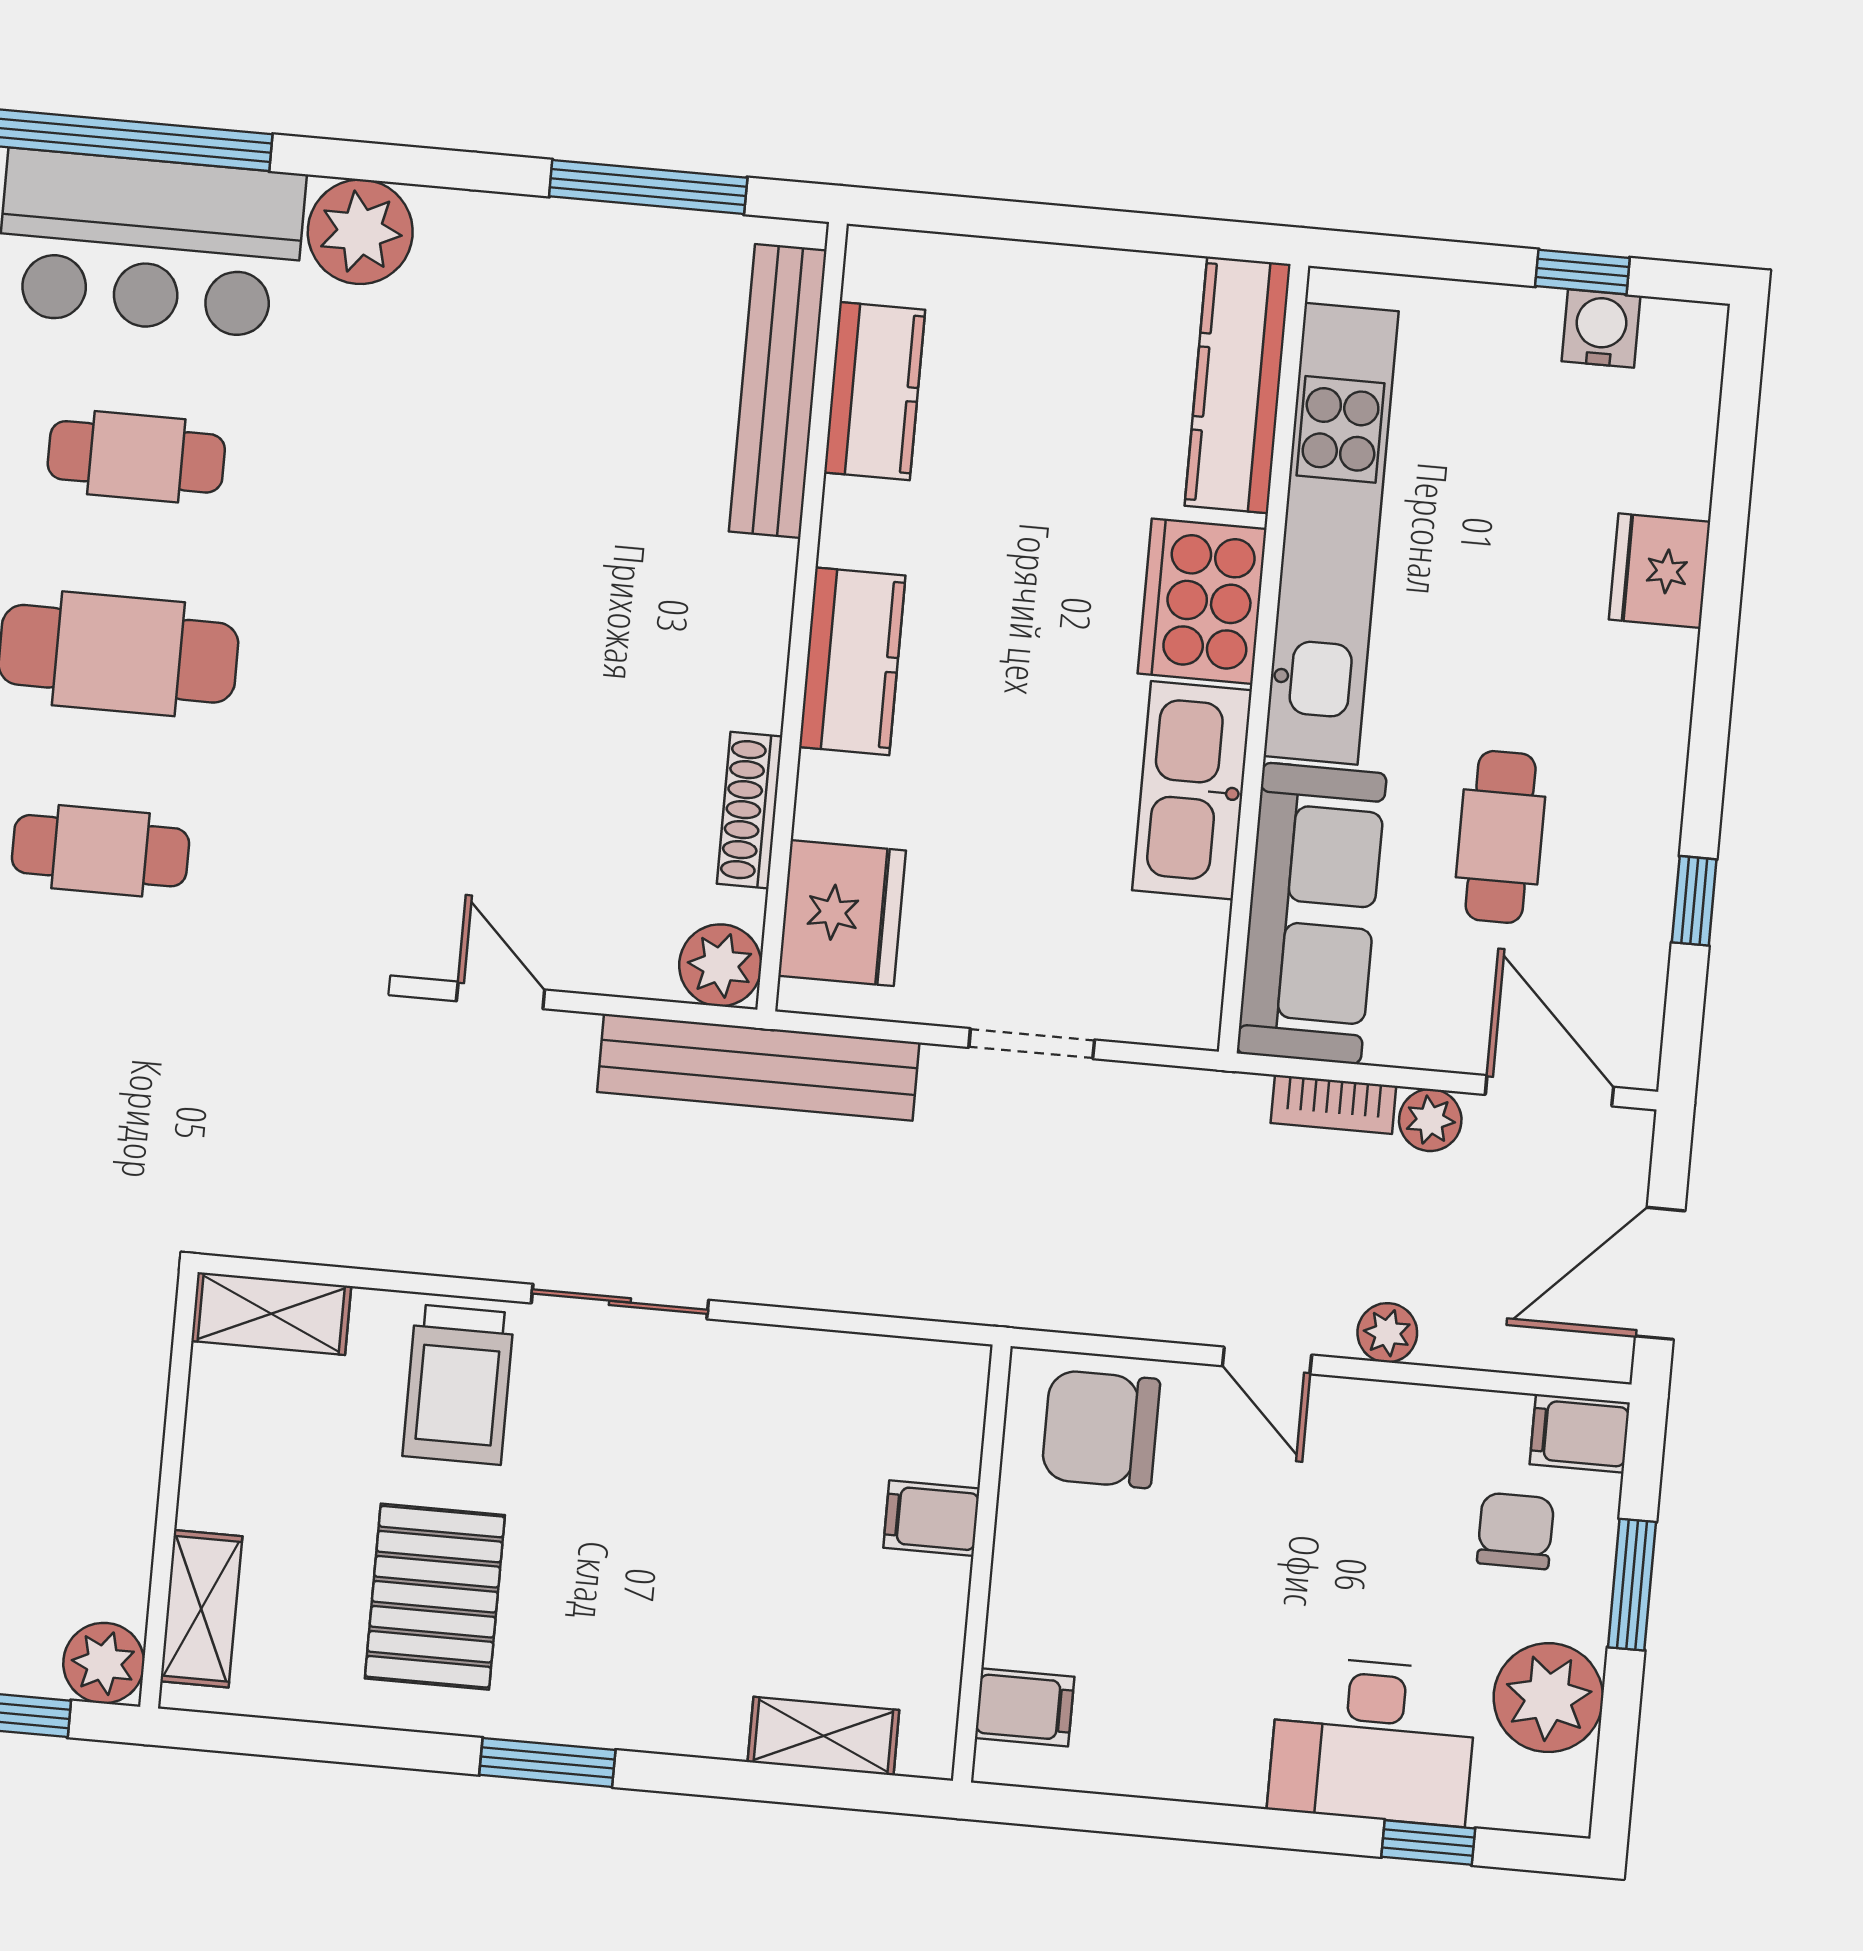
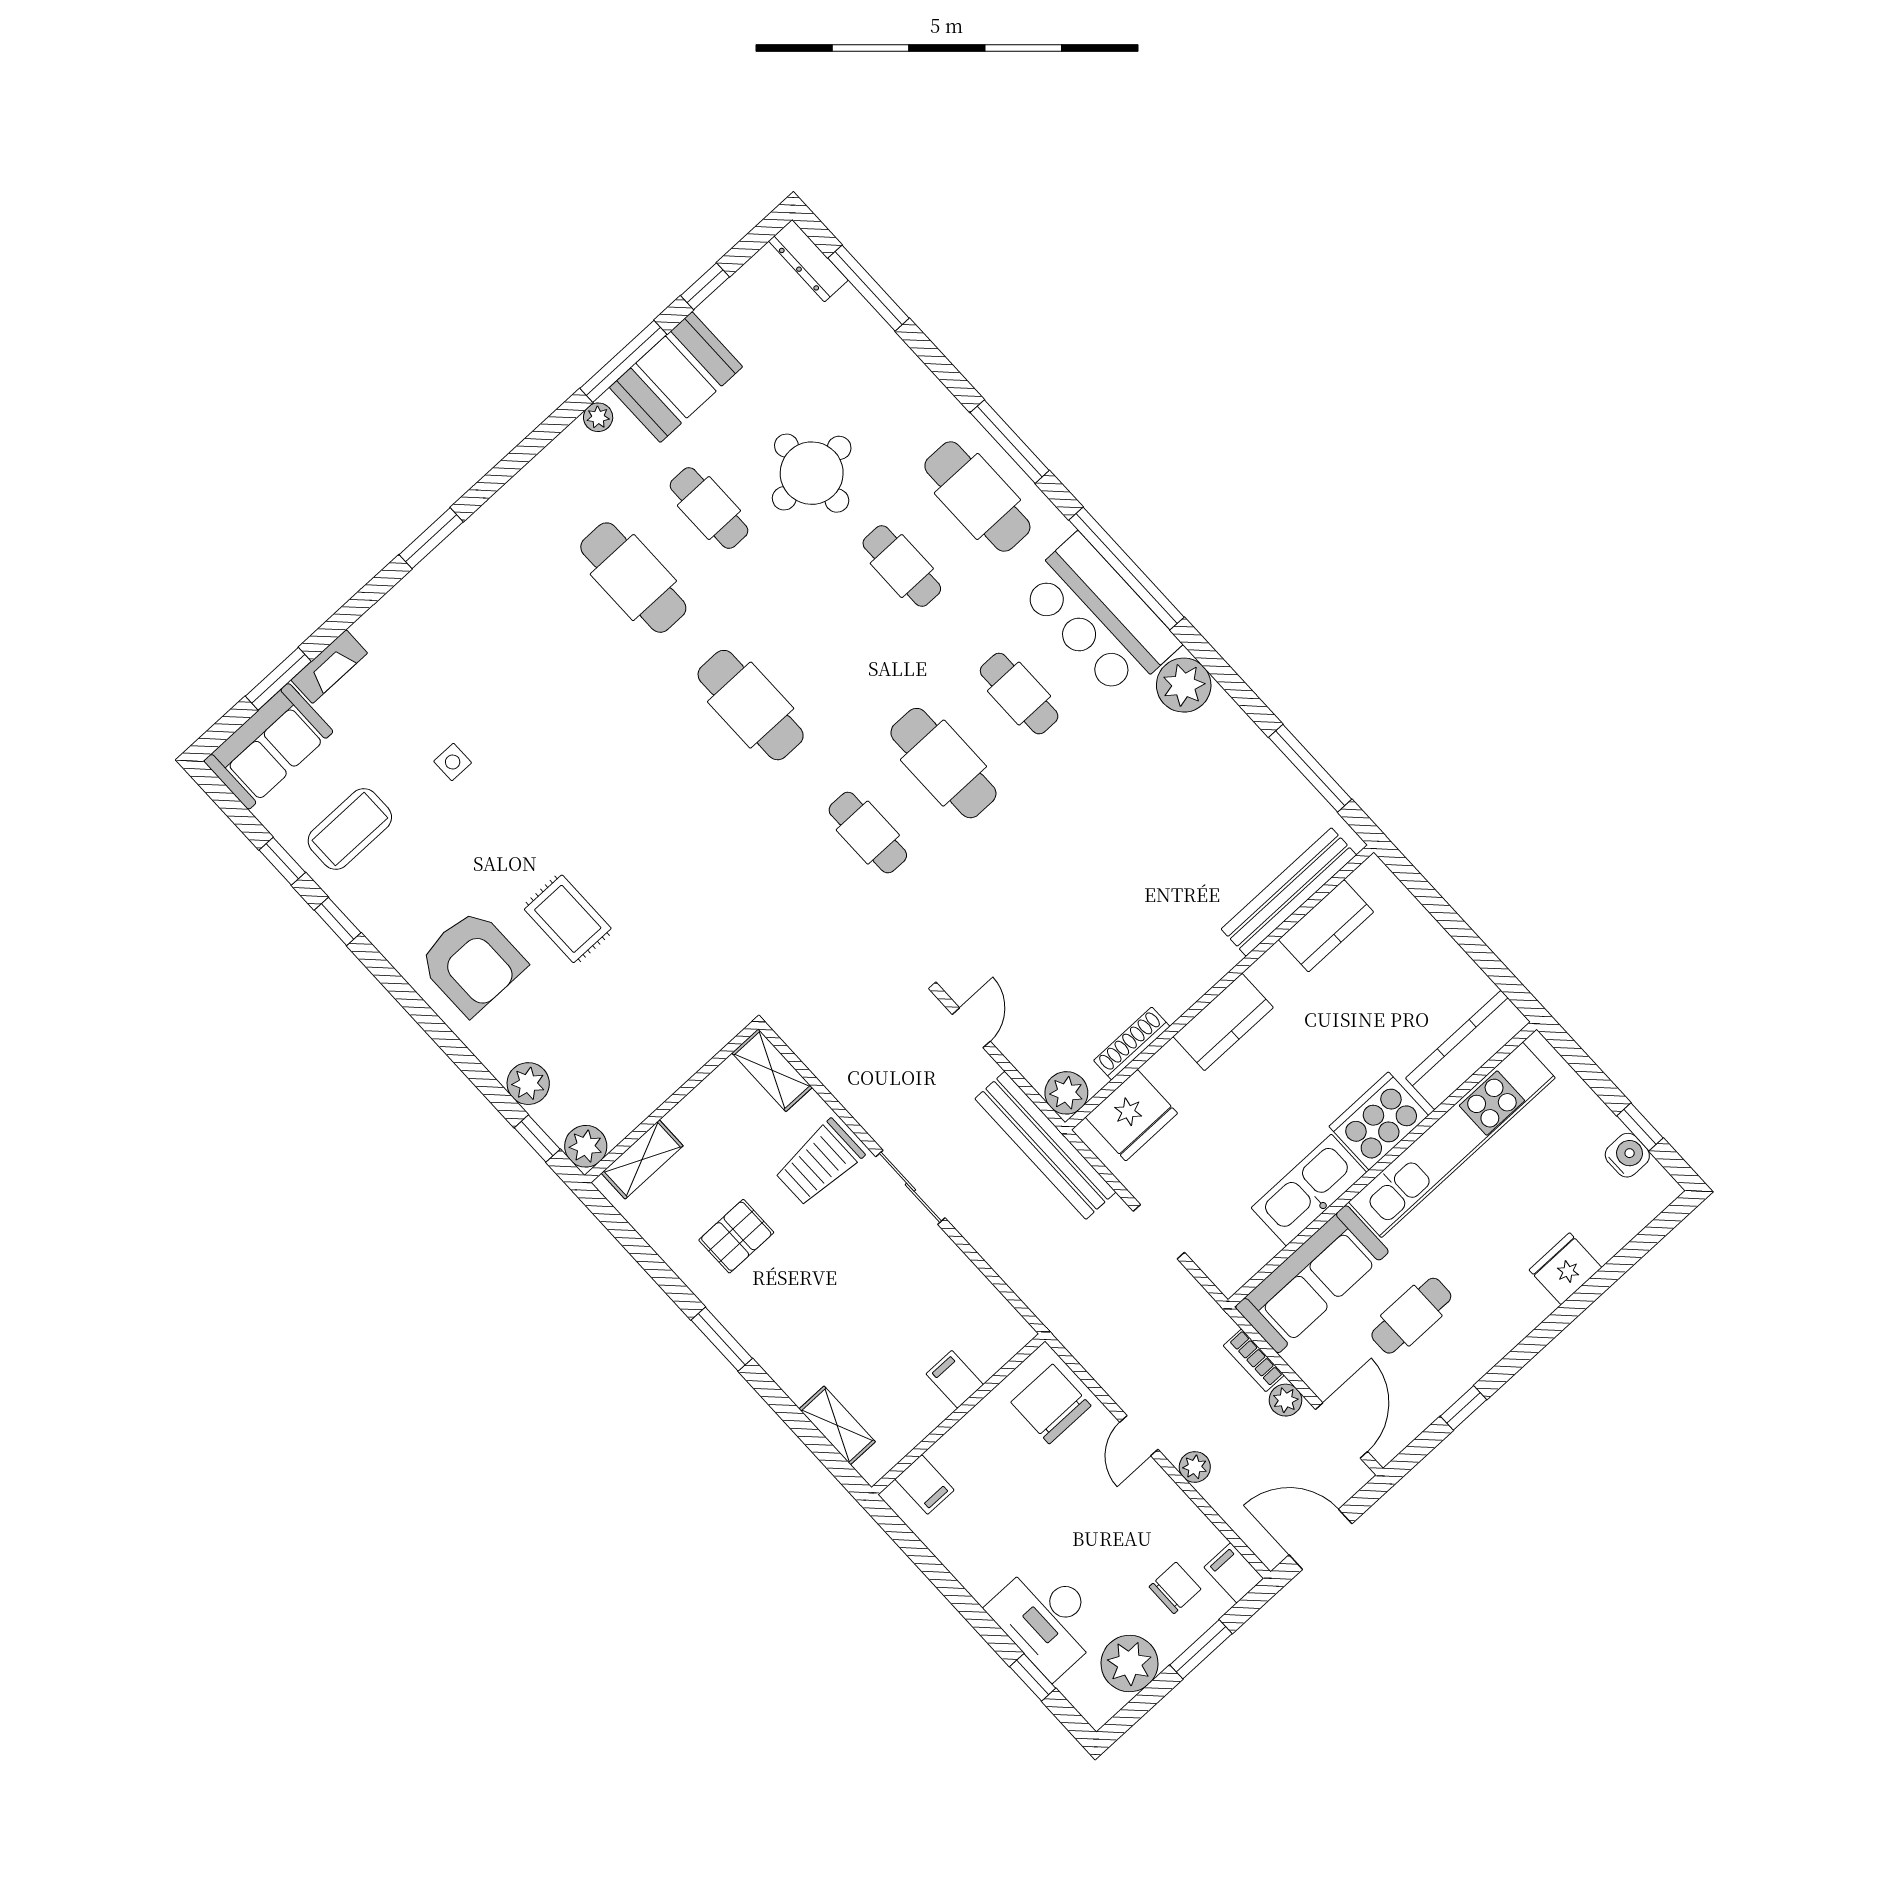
pallet: (435, 1597) -> (736, 1236), width x0.67, depth x0.71

